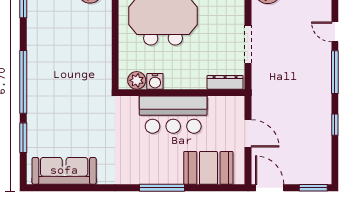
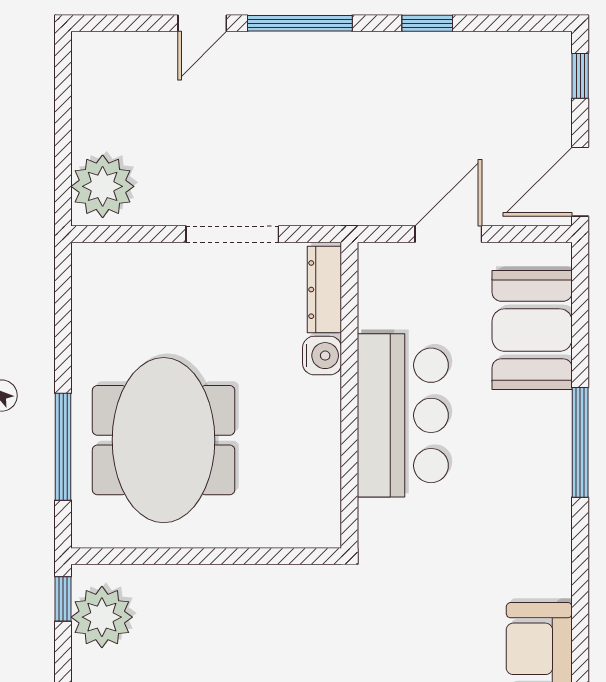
plant: (137, 80) -> (320, 504), removed
water cooler: (155, 81) -> (322, 356), moved
window: (313, 188) -> (580, 76), width x0.67

